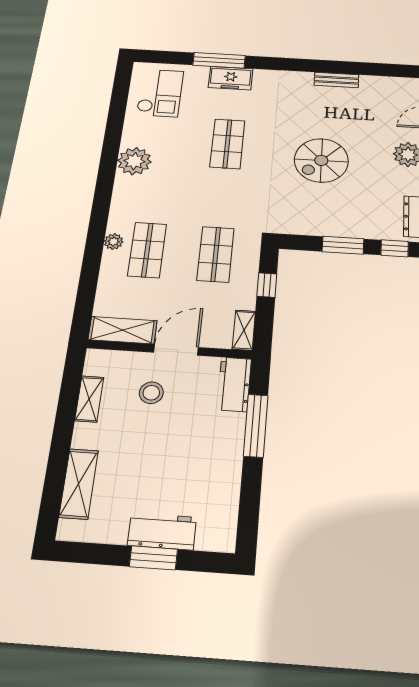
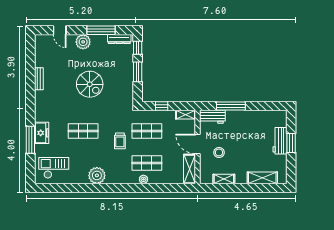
trolley: (200, 205) -> (120, 141), added

